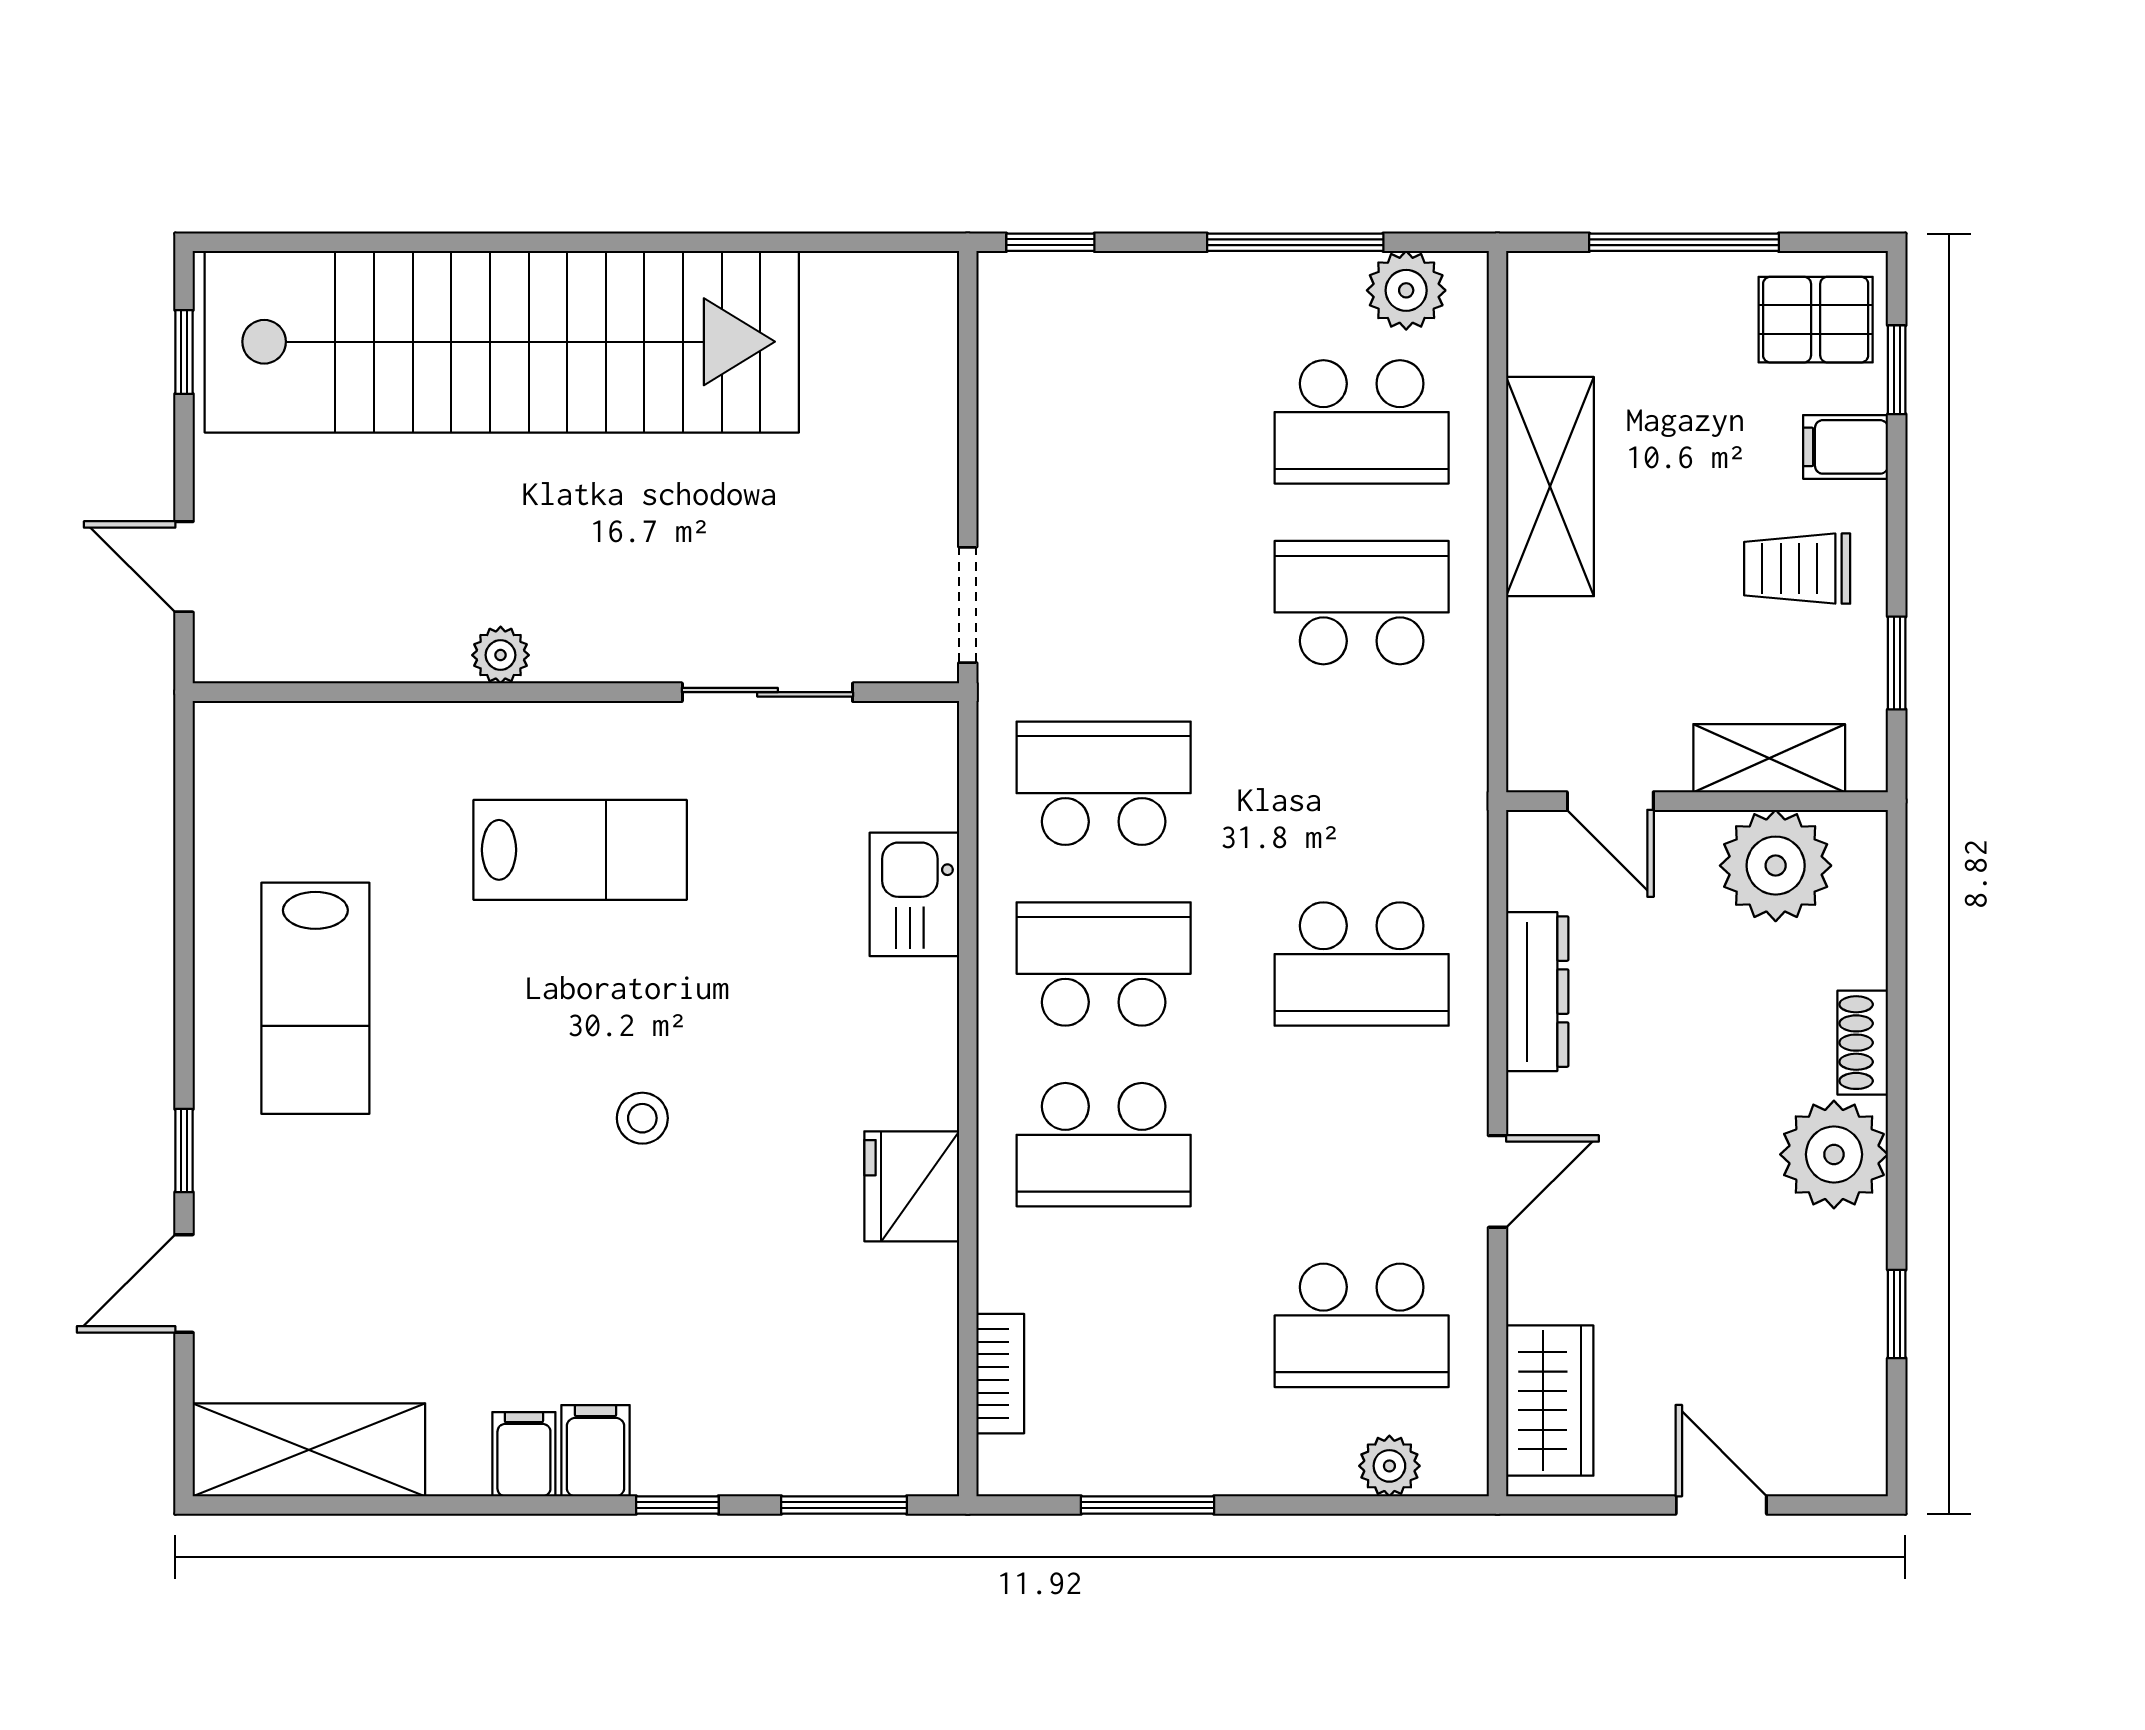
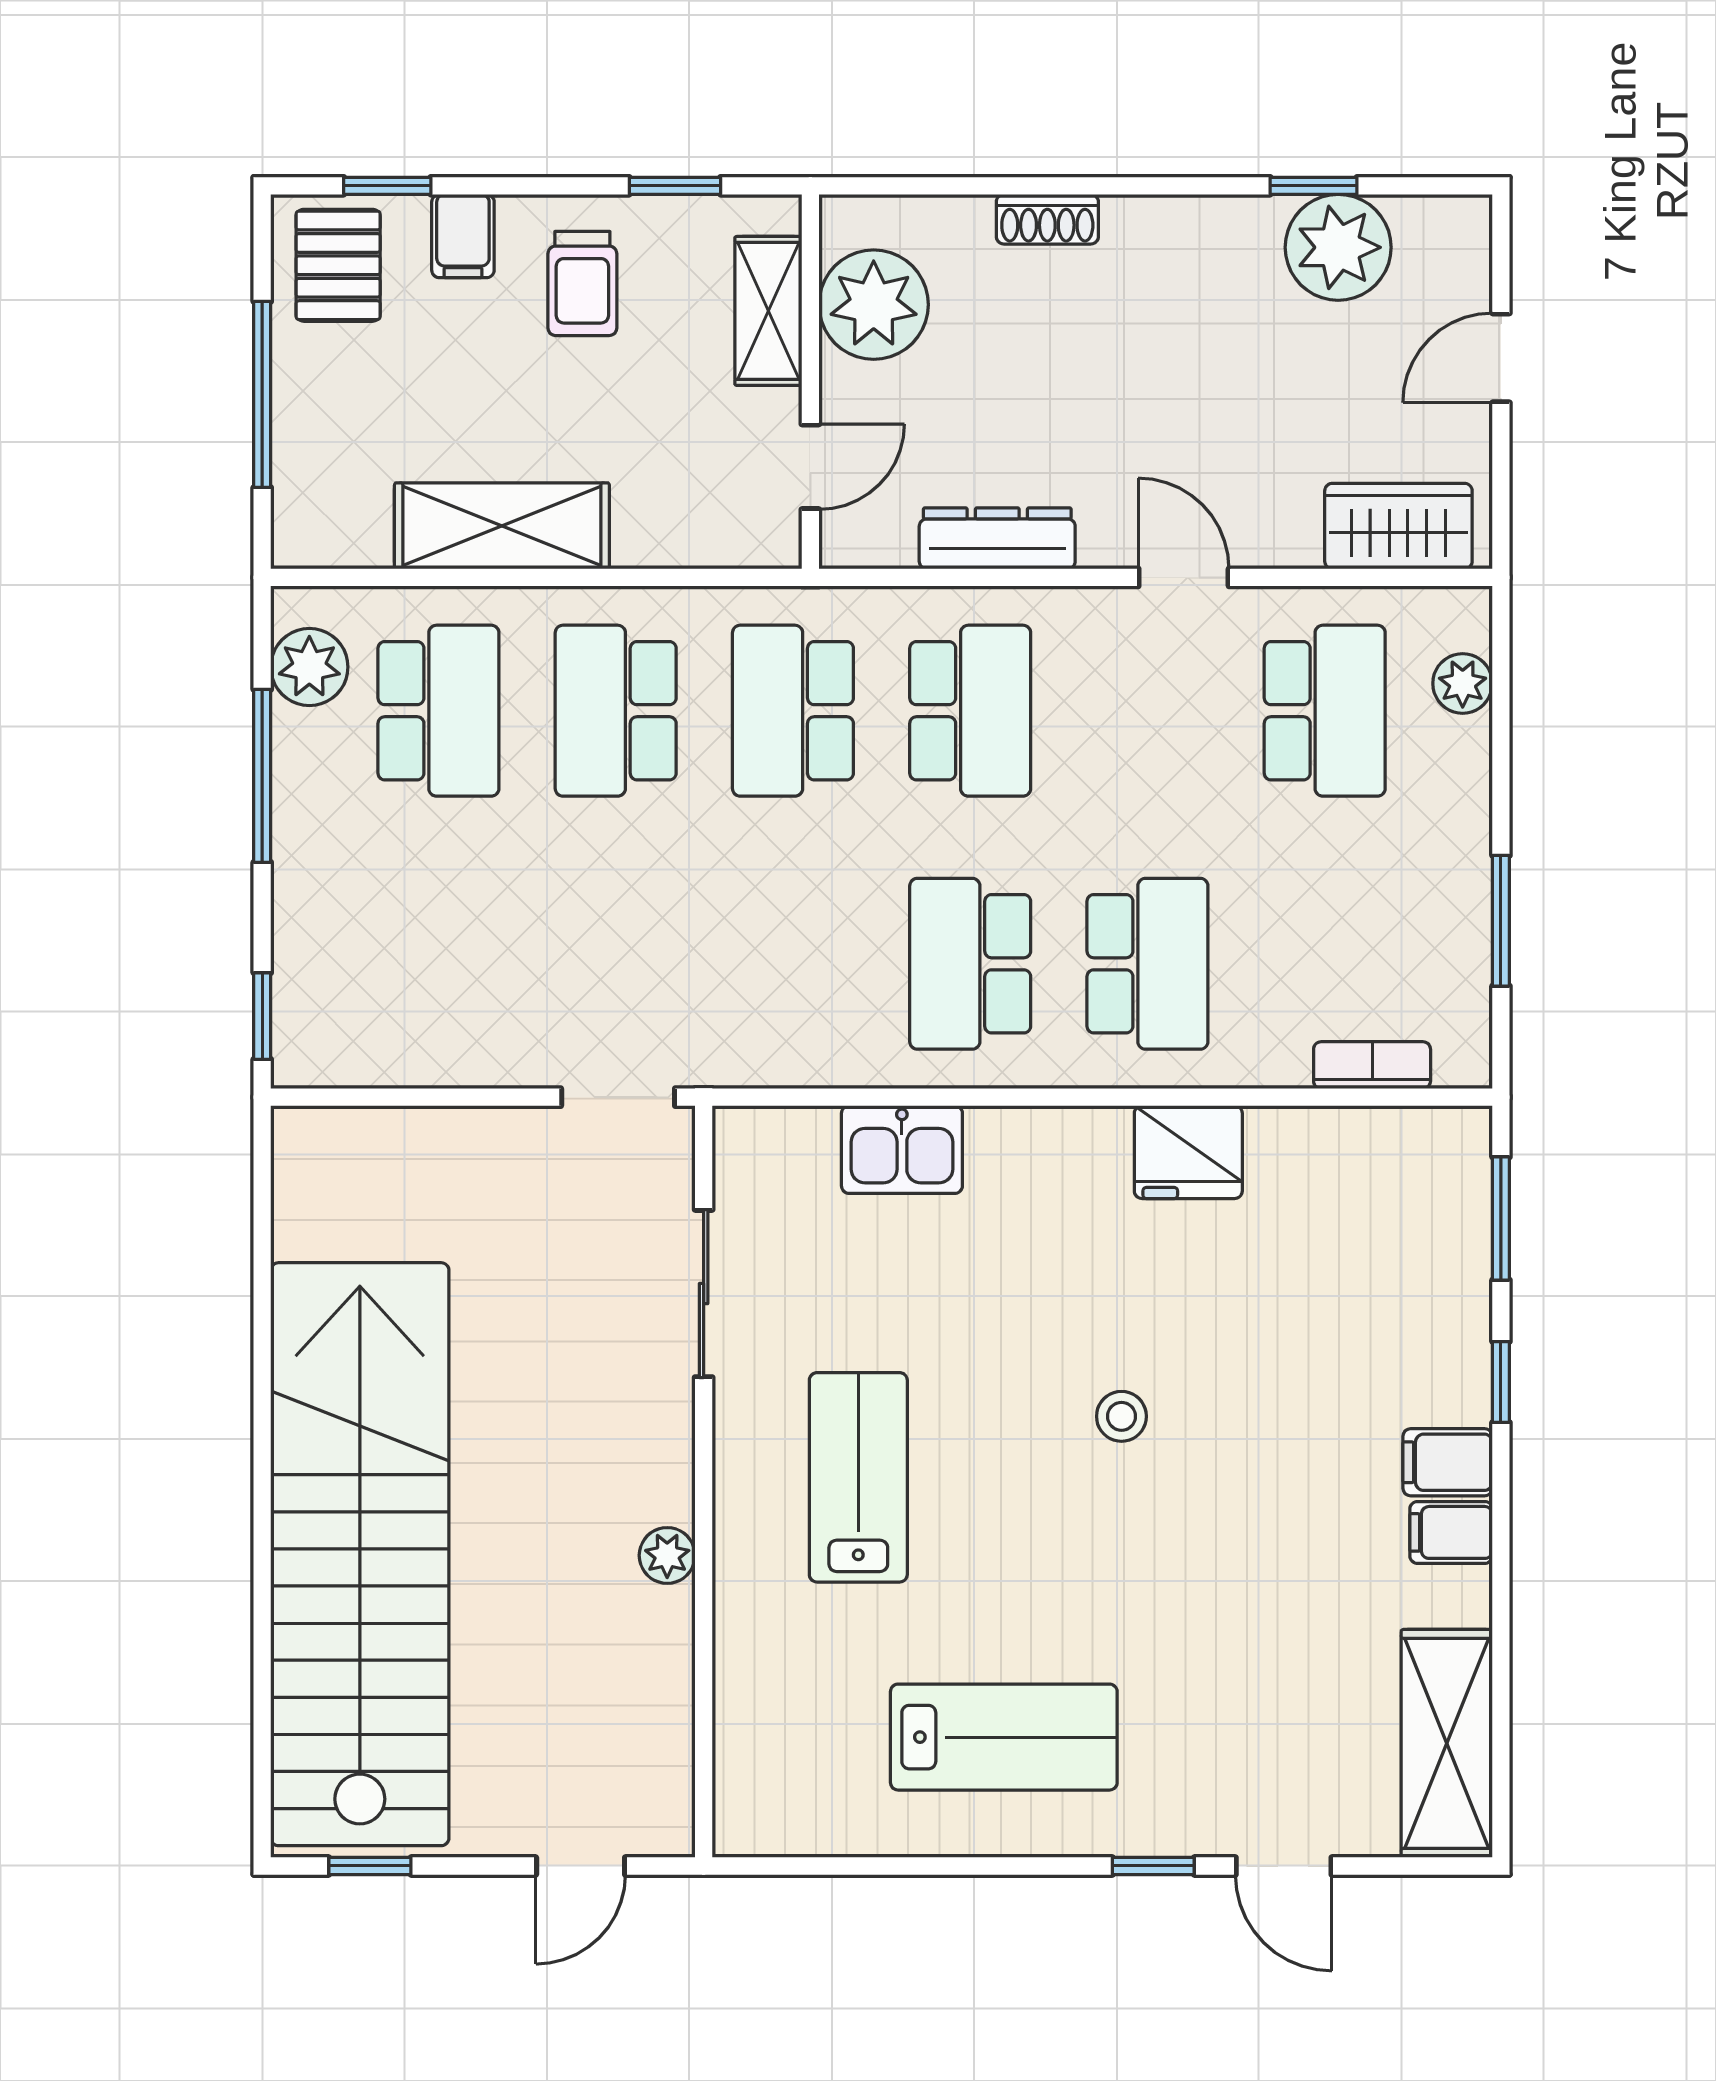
school desk: (1104, 783) -> (793, 711), moved
plant: (1834, 1154) -> (1338, 247), moved

